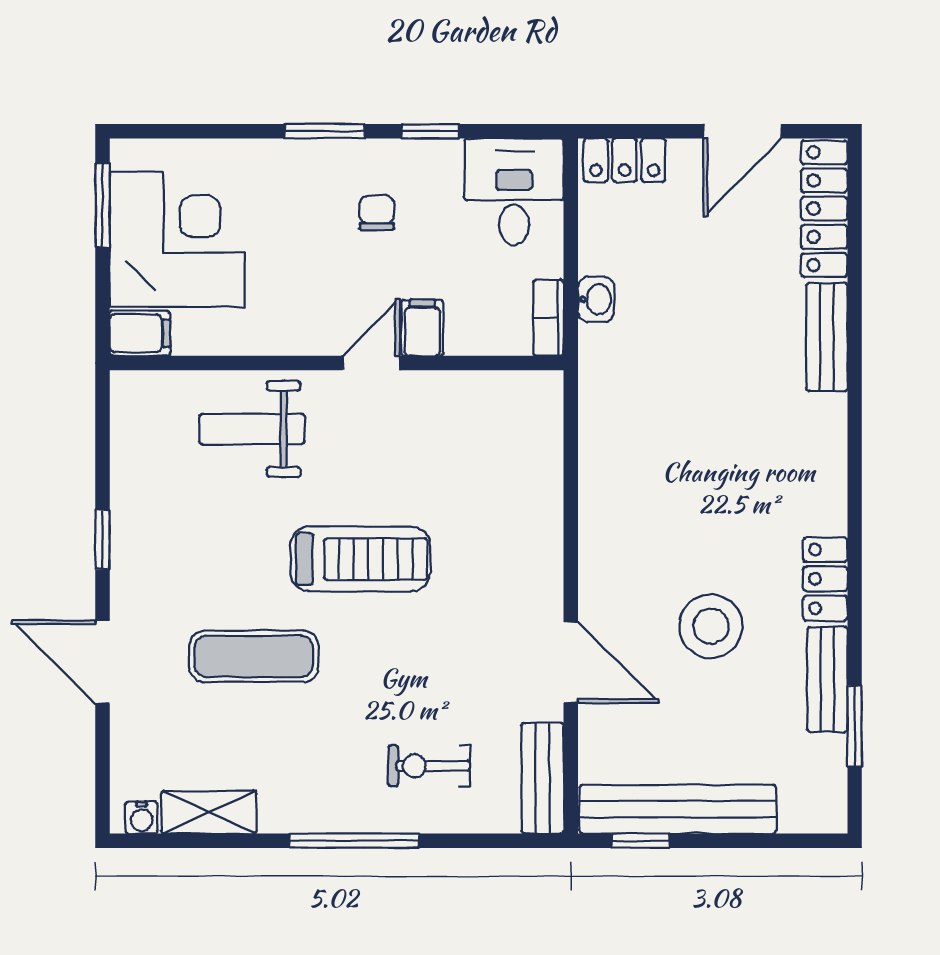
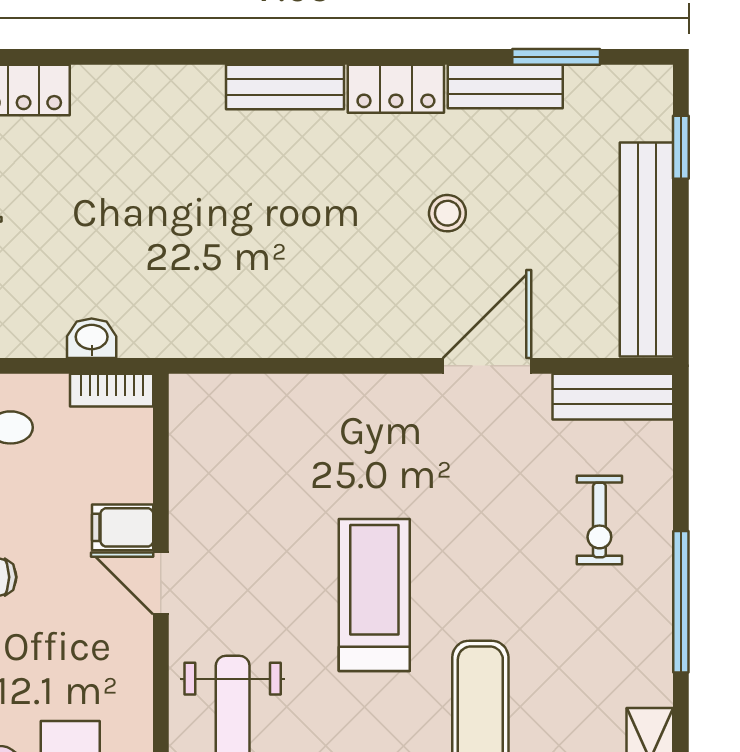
bench: (827, 337) -> (285, 87), moved
stool: (711, 626) -> (447, 213), width x0.53, depth x0.53
window: (640, 841) -> (681, 147), moved

